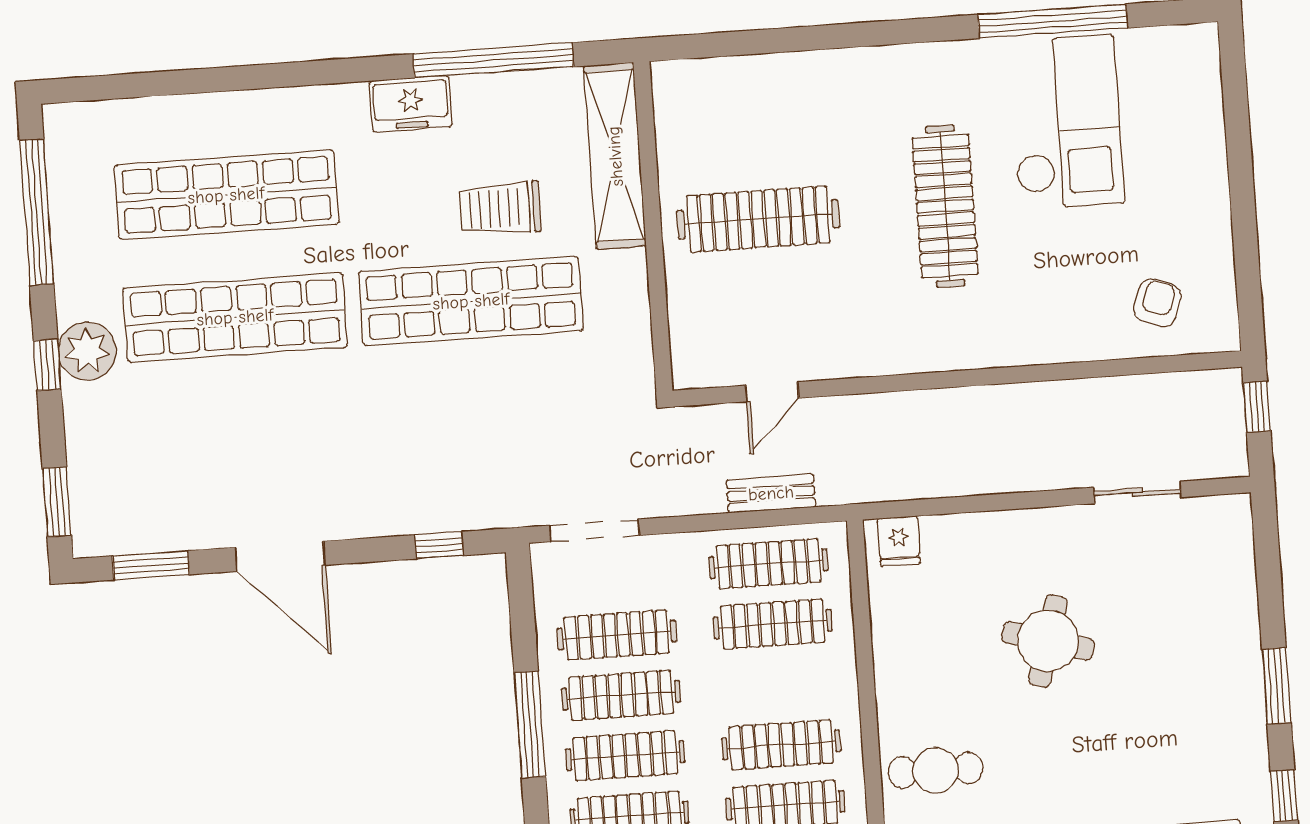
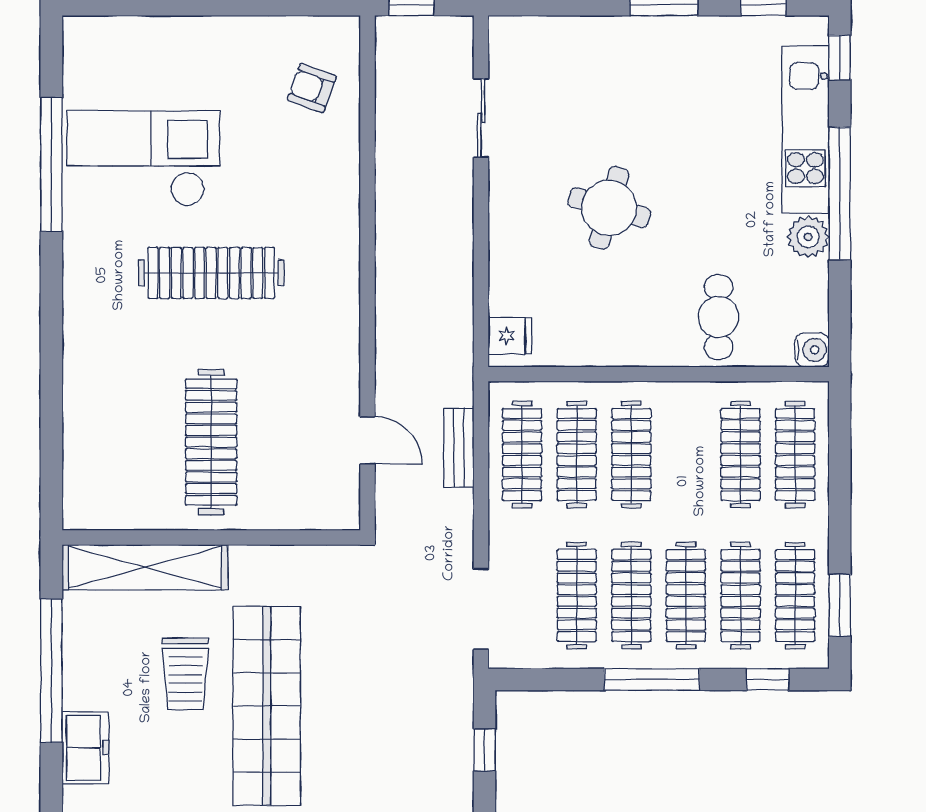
clothes rail: (781, 745) -> (631, 455), moved

